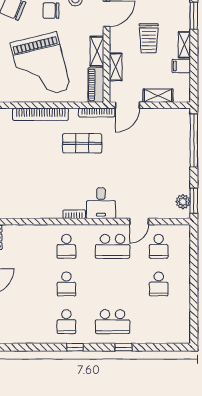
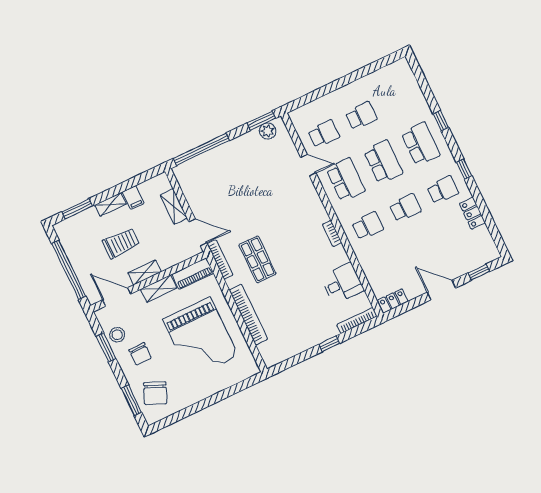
grand piano: (40, 66) -> (201, 338), turned 104
shelving: (116, 67) -> (145, 272), moved
desk: (101, 203) -> (342, 283), moved
school desk: (113, 284) -> (383, 162), added
locker: (36, 337) -> (472, 213), added

